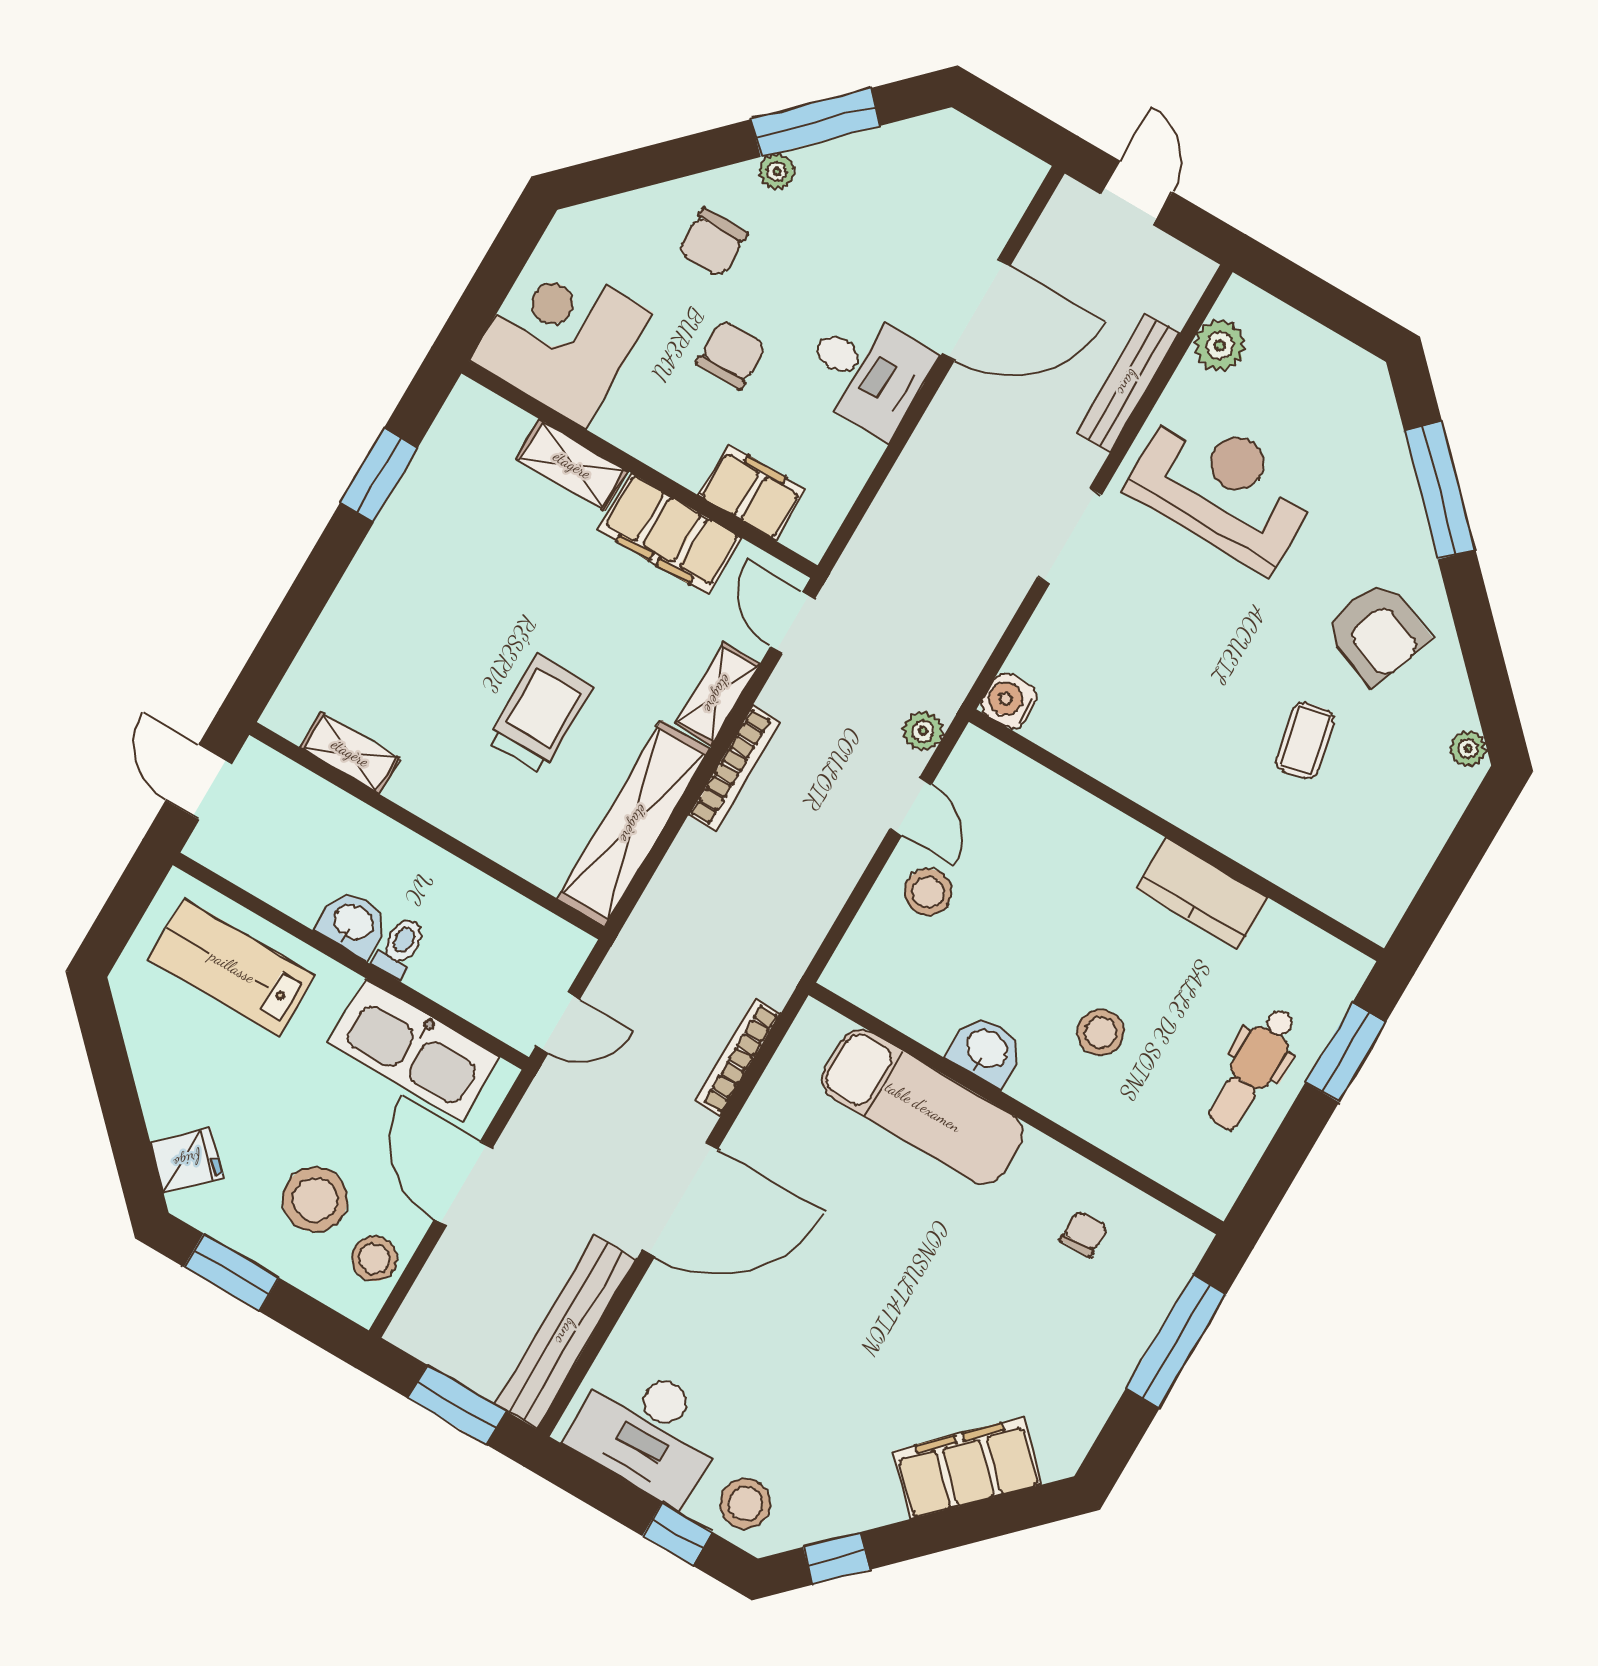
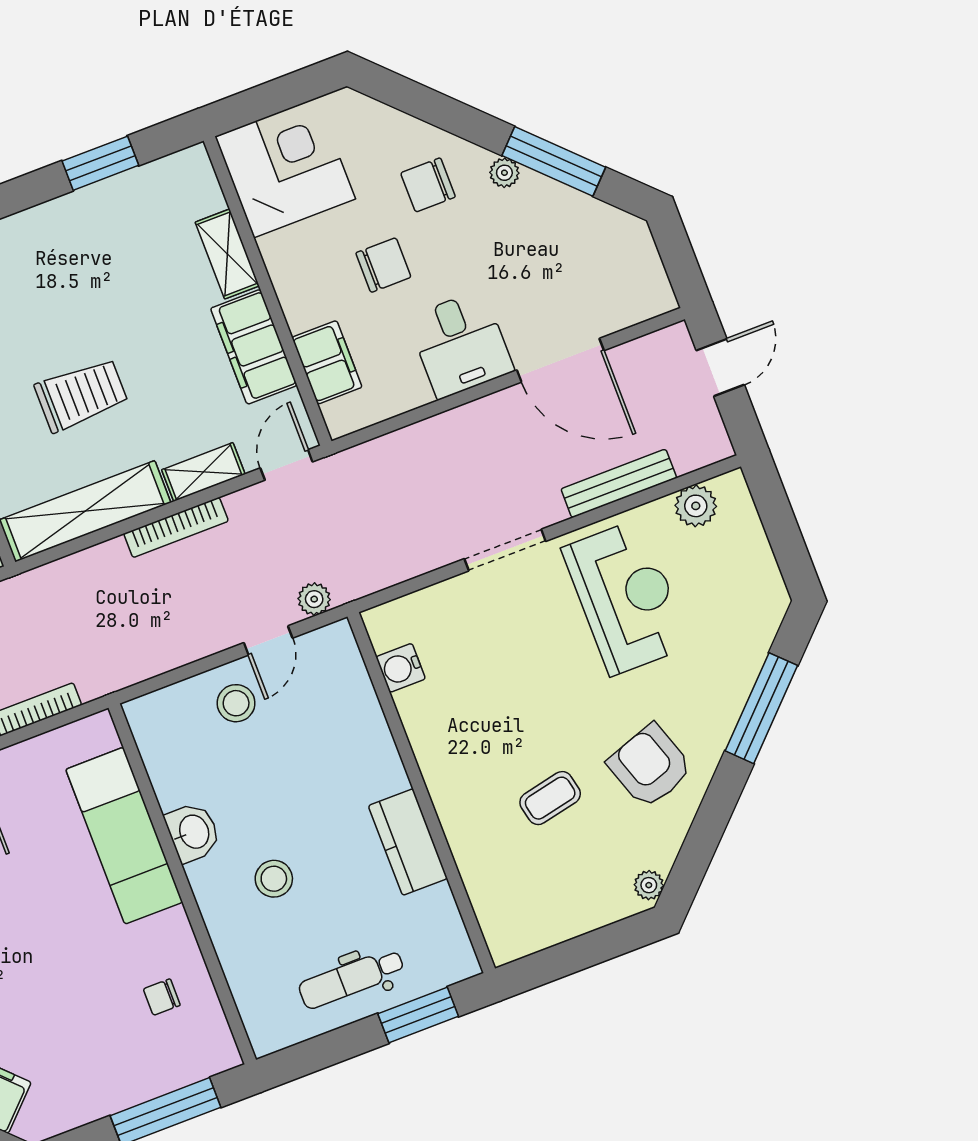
armchair: (1377, 632) -> (650, 766), turned 140
water cooler: (1009, 701) -> (401, 668), moved, turned -90
chair: (1084, 1234) -> (162, 997), turned 180

